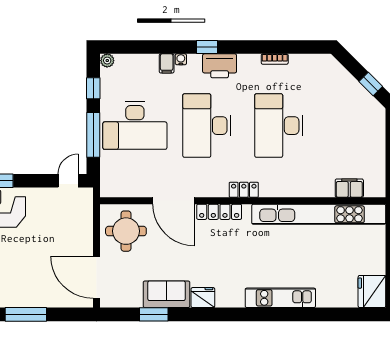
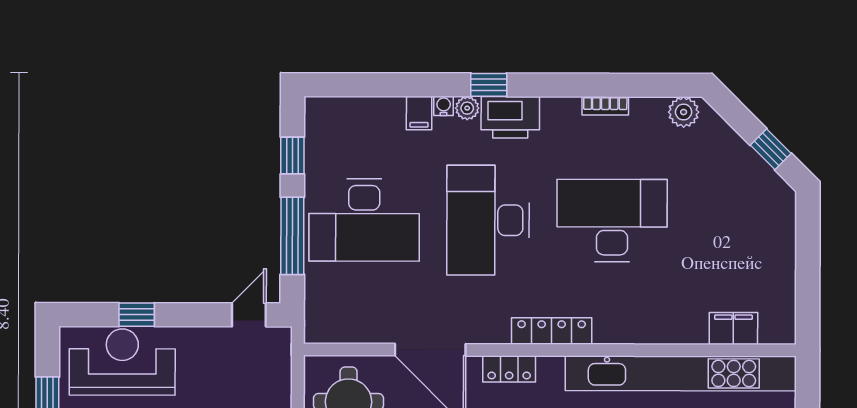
plant: (107, 61) -> (467, 108), moved
plant: (320, 63) -> (684, 112), added
desk: (279, 126) -> (612, 220), turned 90
locker: (244, 190) -> (552, 331), width x1.53
locker: (219, 212) -> (509, 369), width x0.66

